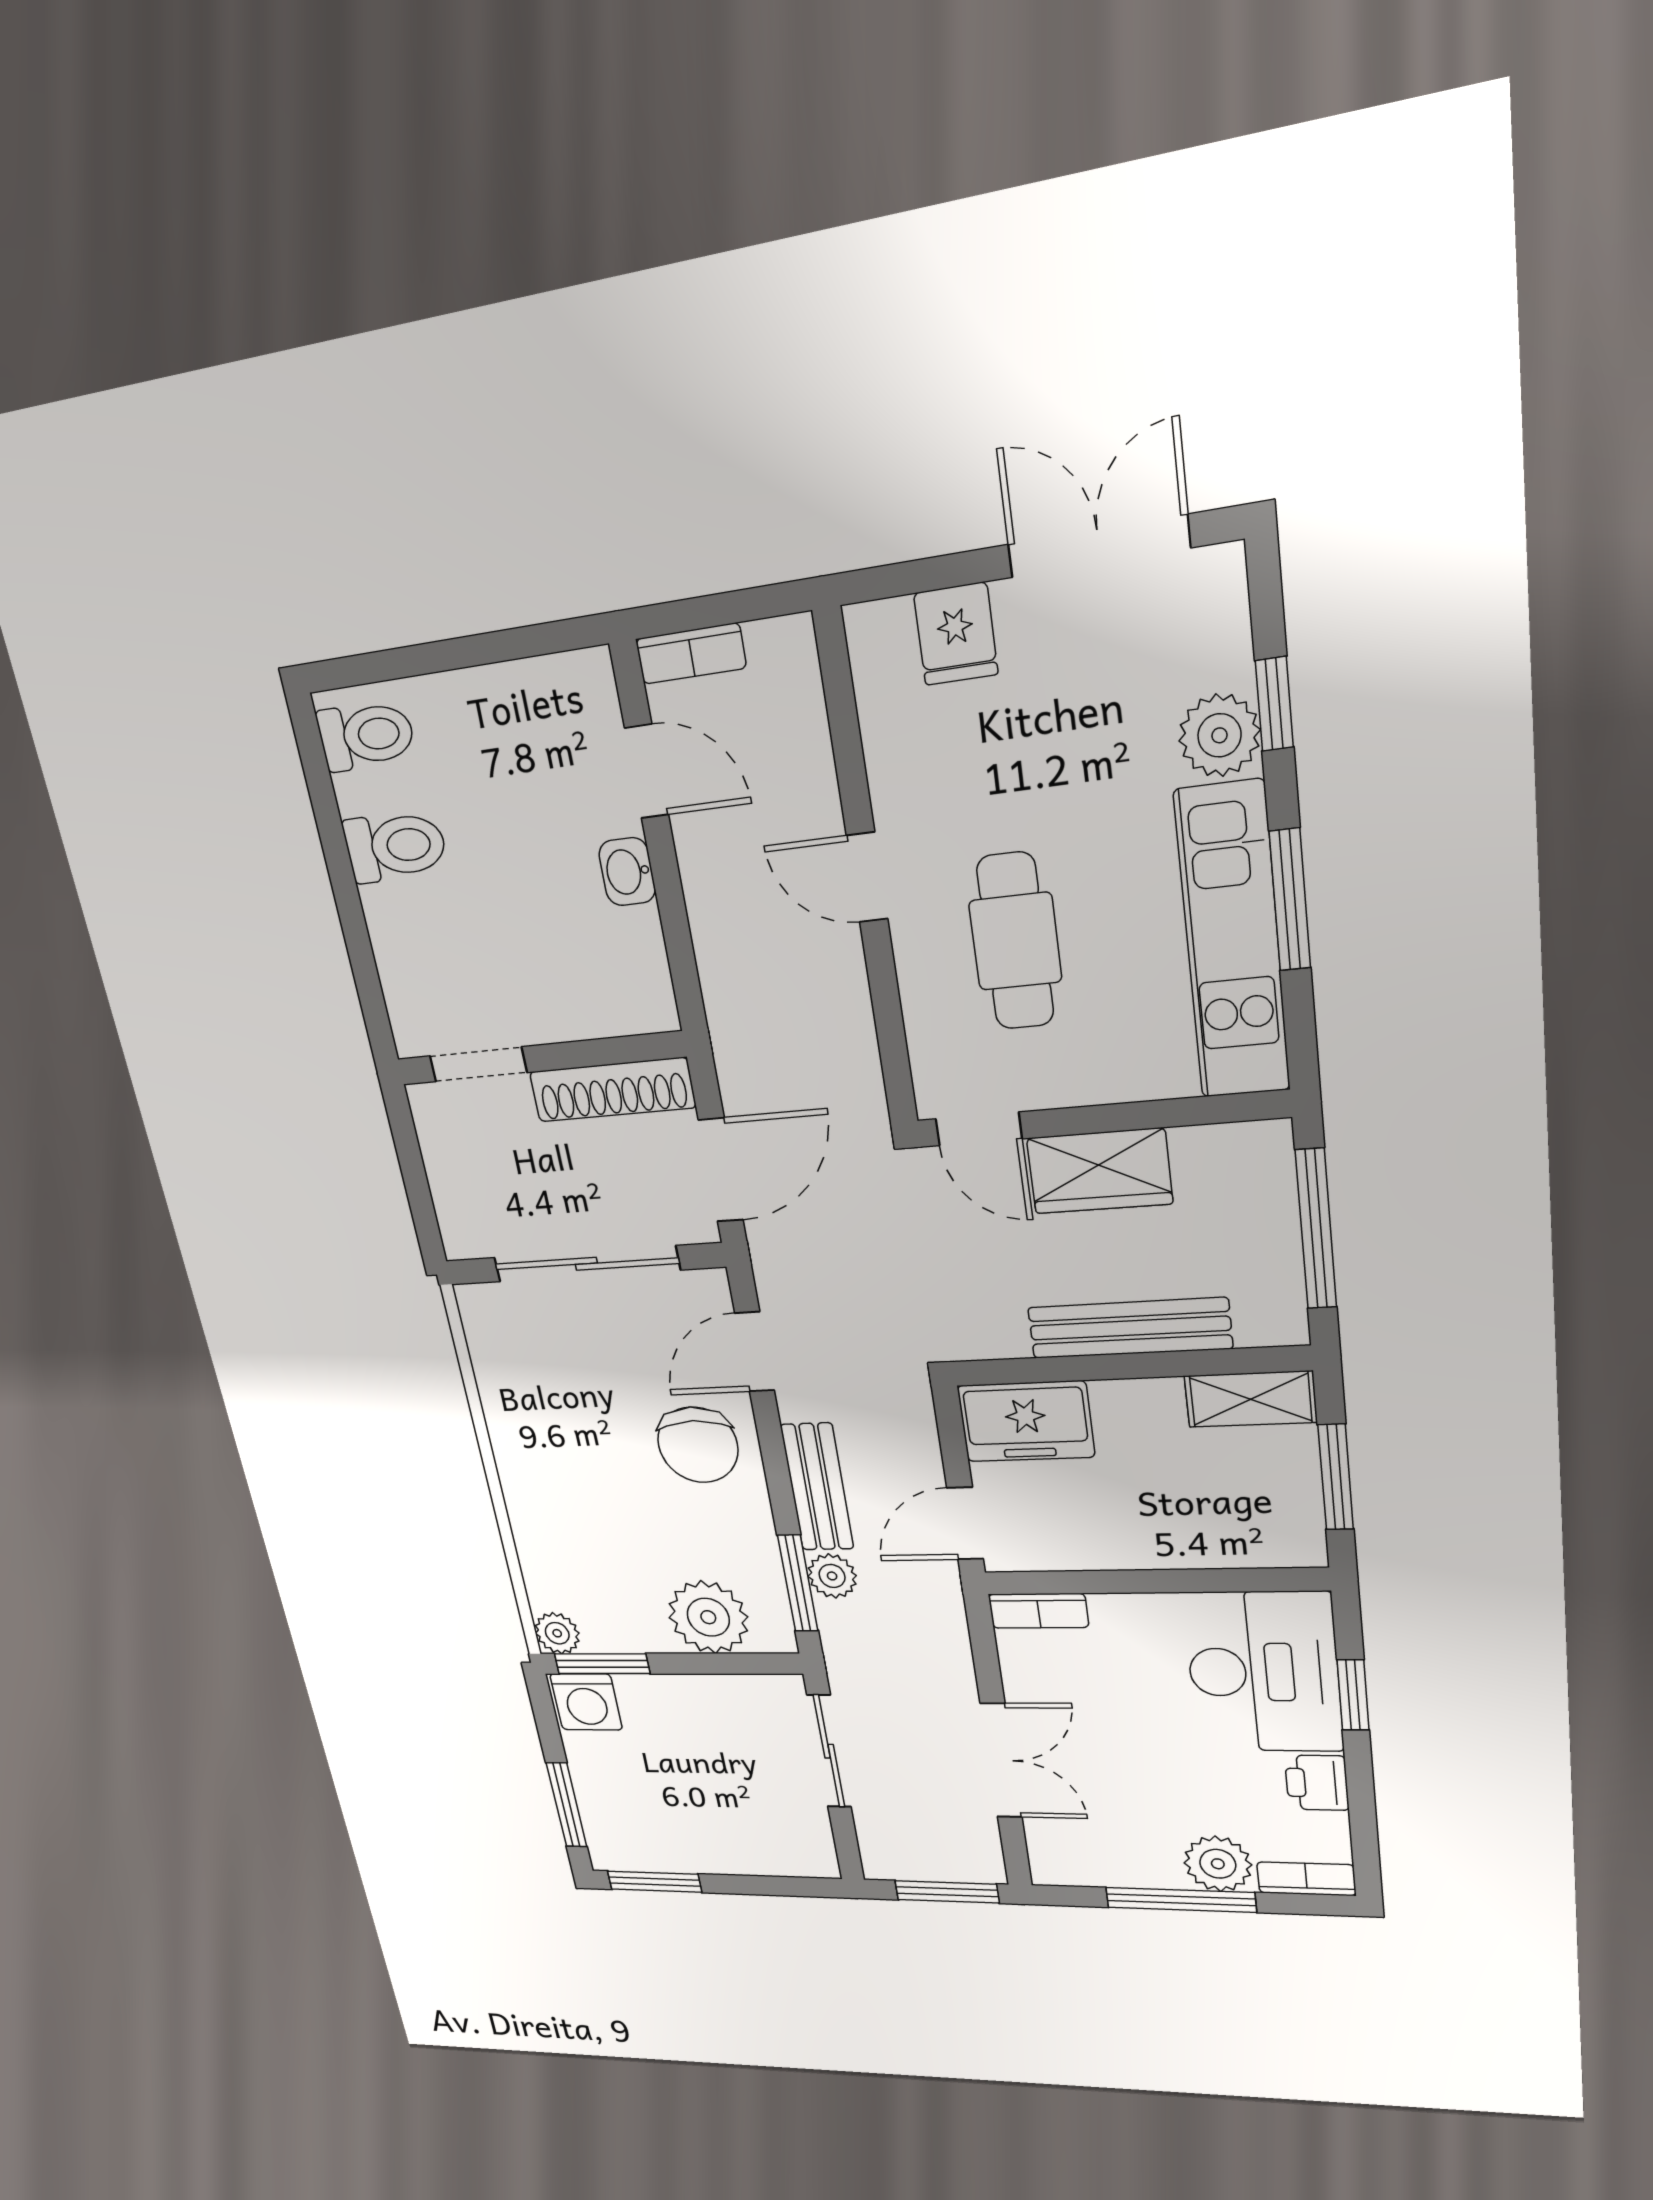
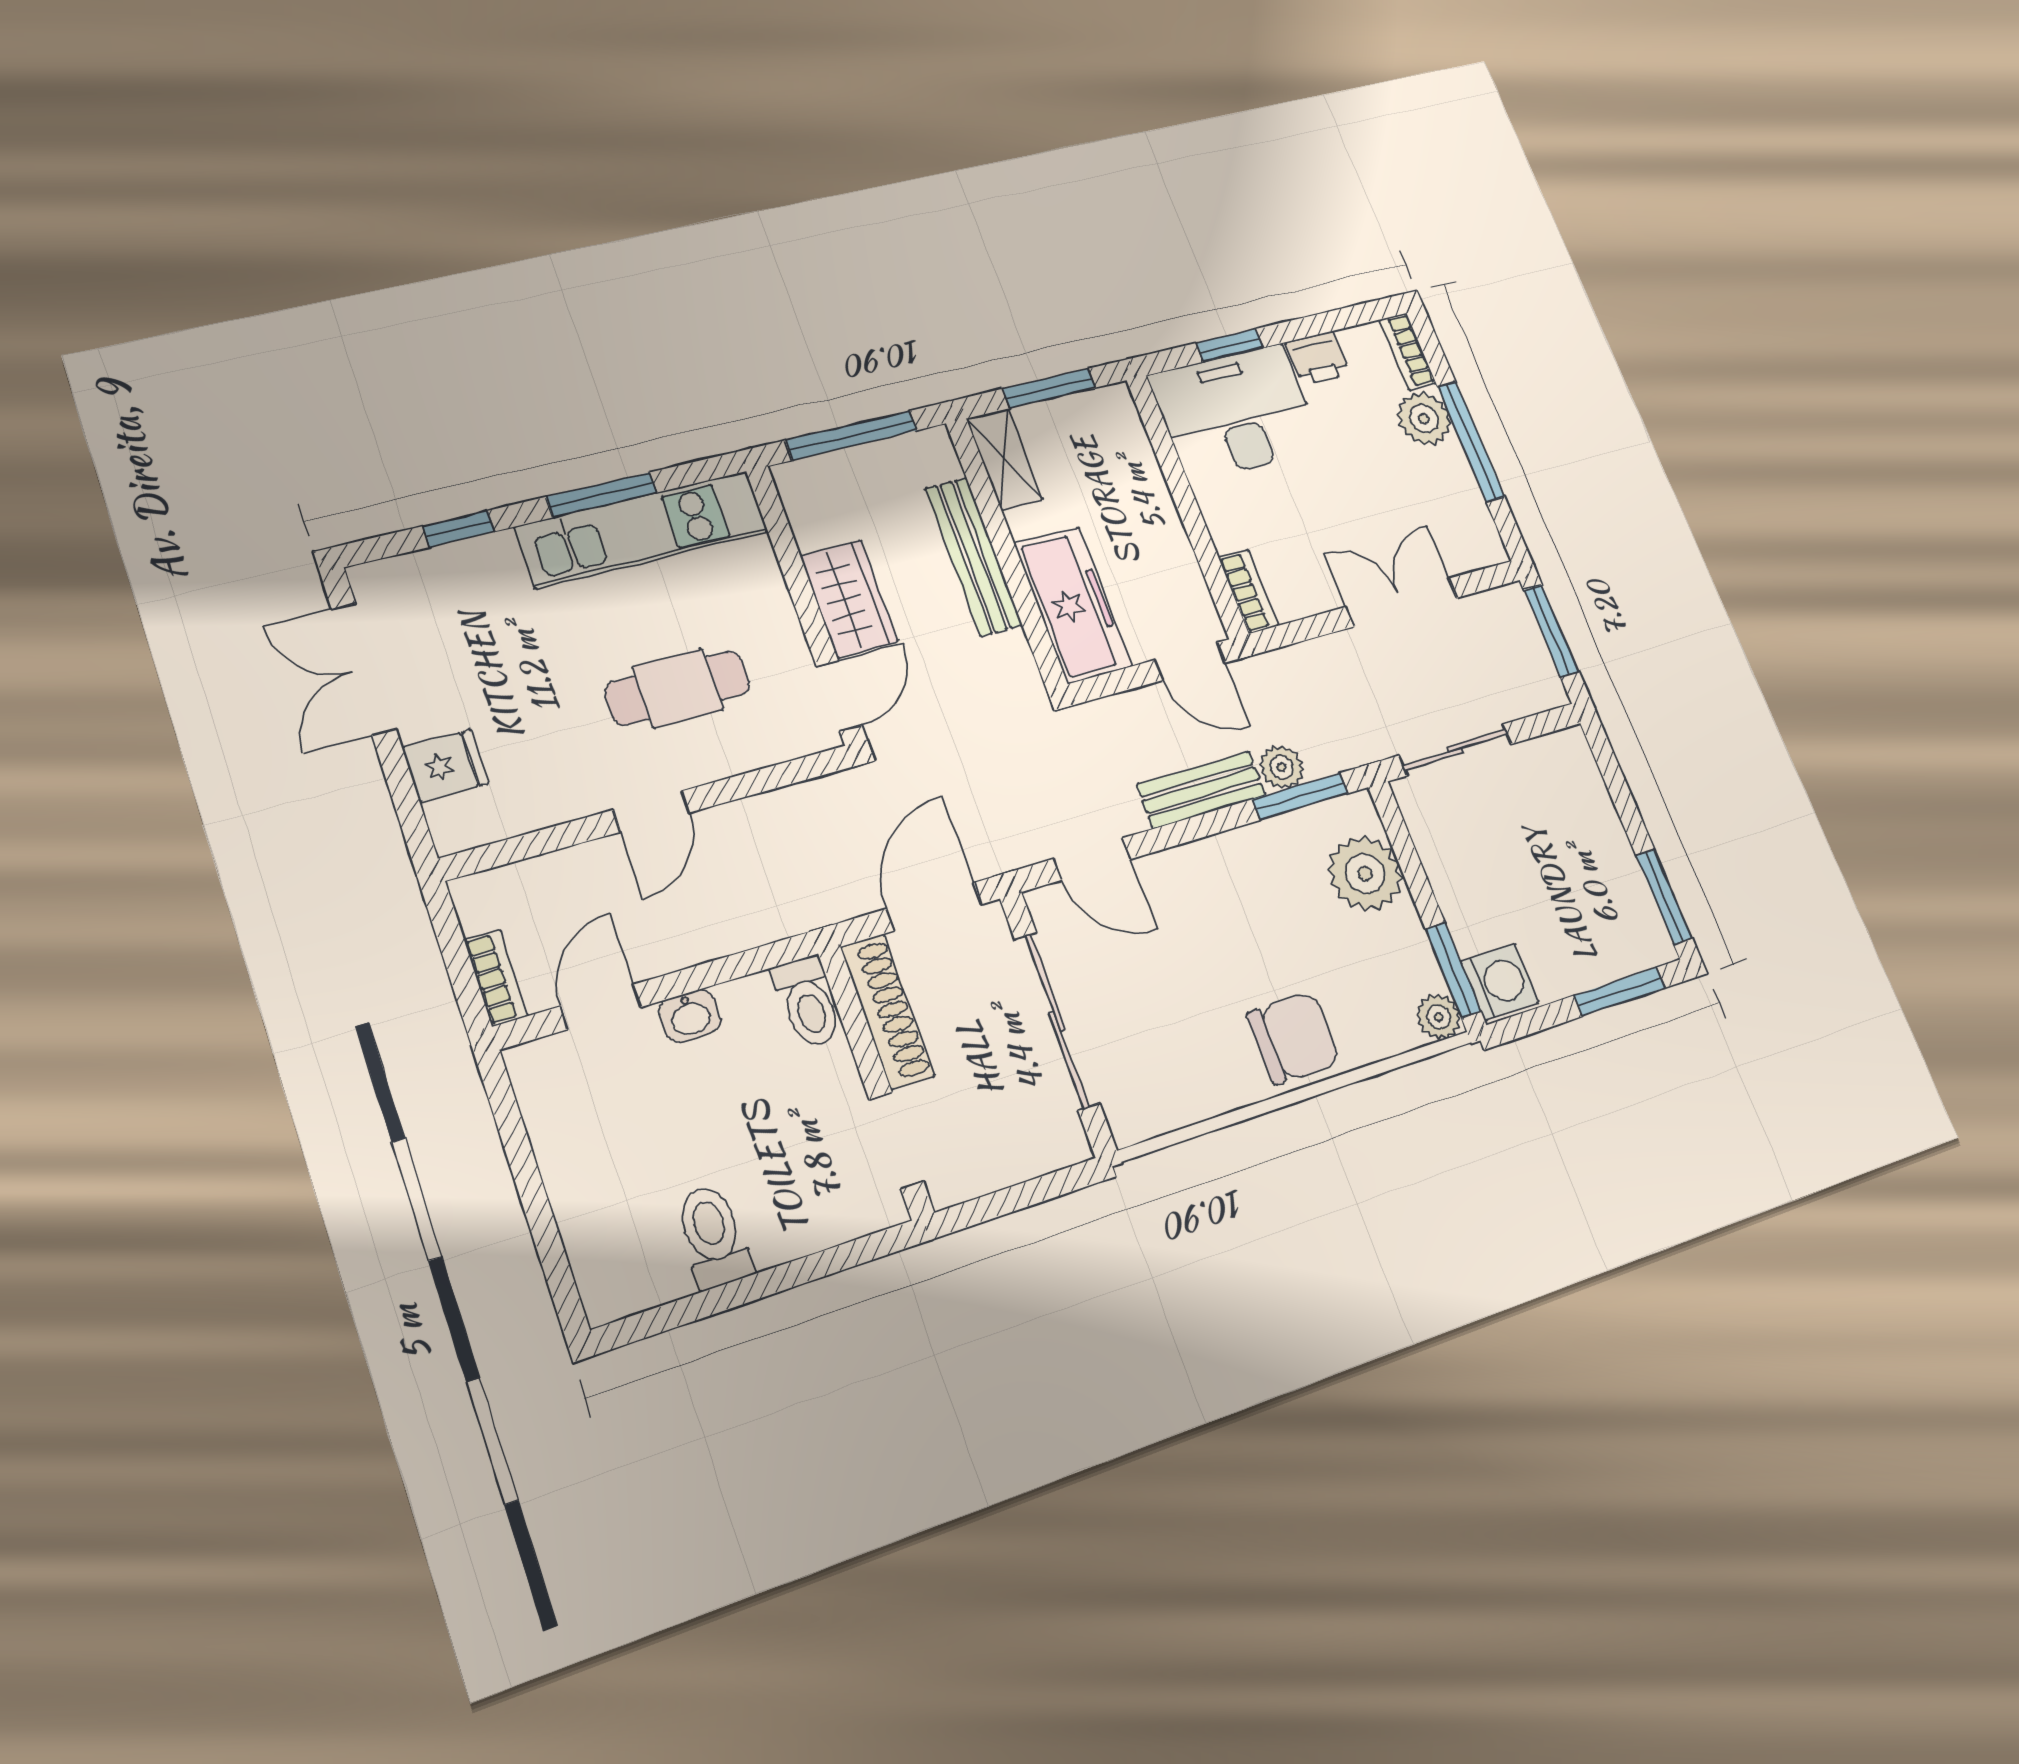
plant: (1219, 735) -> (489, 563), removed
toilet: (366, 736) -> (808, 1002), moved, turned 180
door: (721, 1170) -> (934, 907), hinge flipped
freezer: (1026, 1421) -> (1073, 605), width x1.40
chair: (698, 1445) -> (1294, 1038), moved

